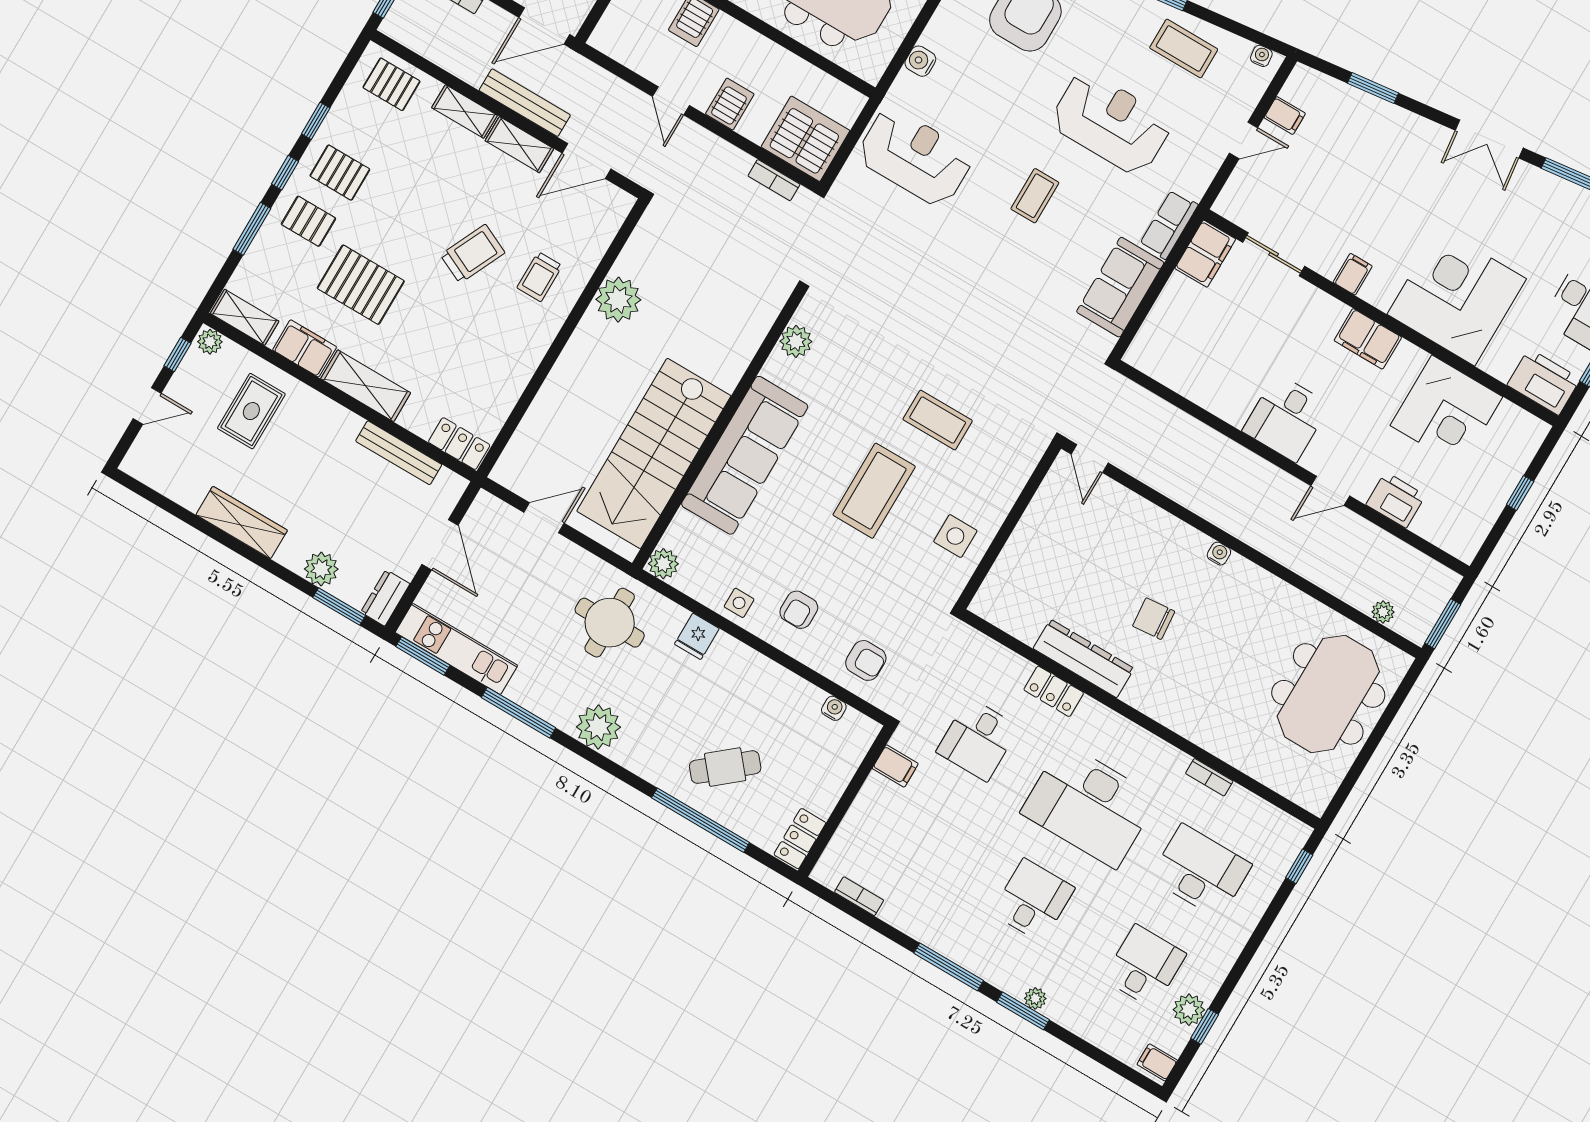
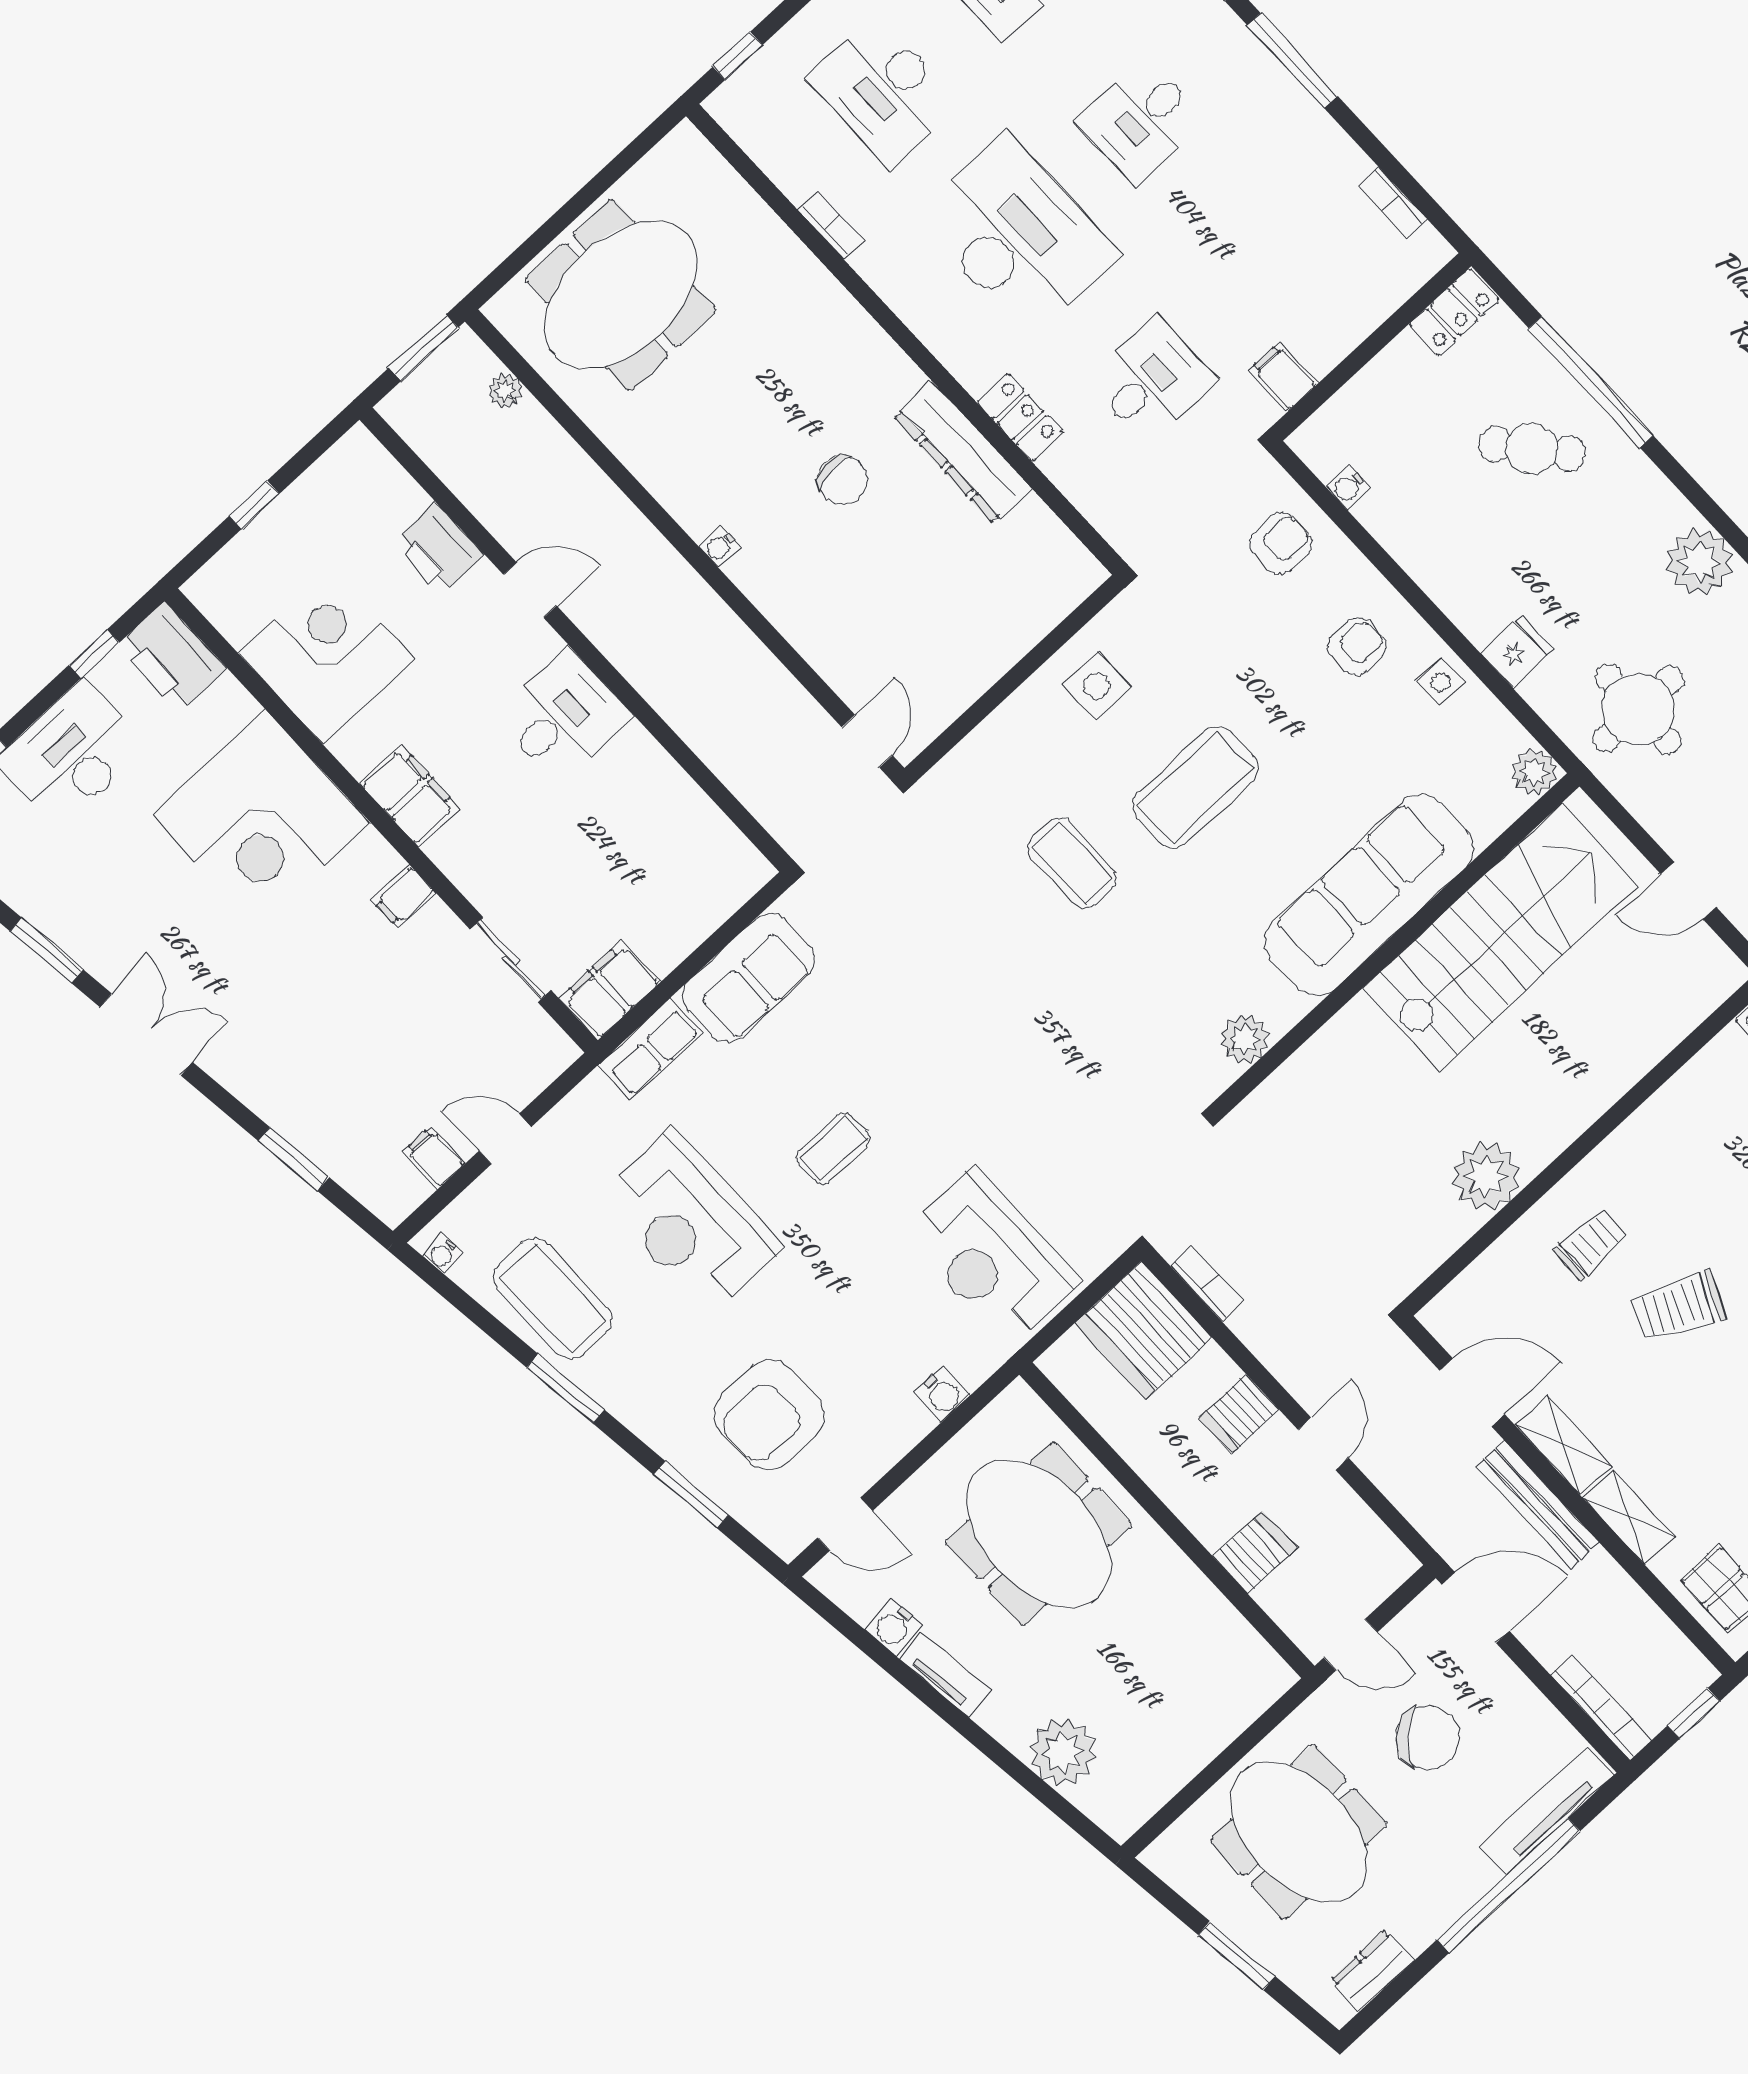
coffee table: (1184, 49) -> (553, 1299), width x1.36, depth x1.32
armchair: (866, 660) -> (1281, 543), turned 90

